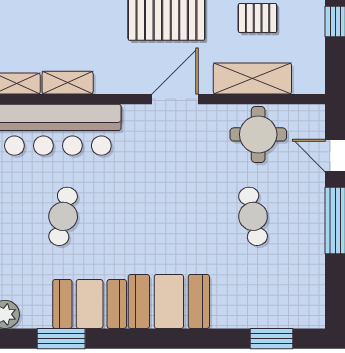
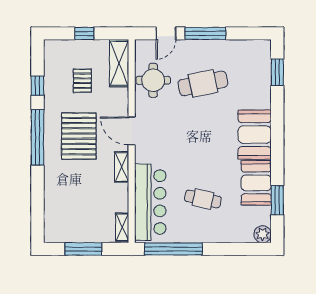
shelving: (252, 78) -> (119, 63), moved
shelving: (68, 83) -> (122, 167), moved
cafe table: (253, 216) -> (203, 83), width x1.37, depth x1.35

